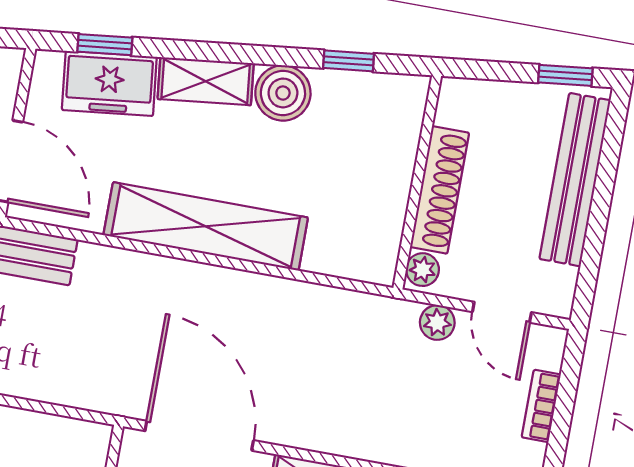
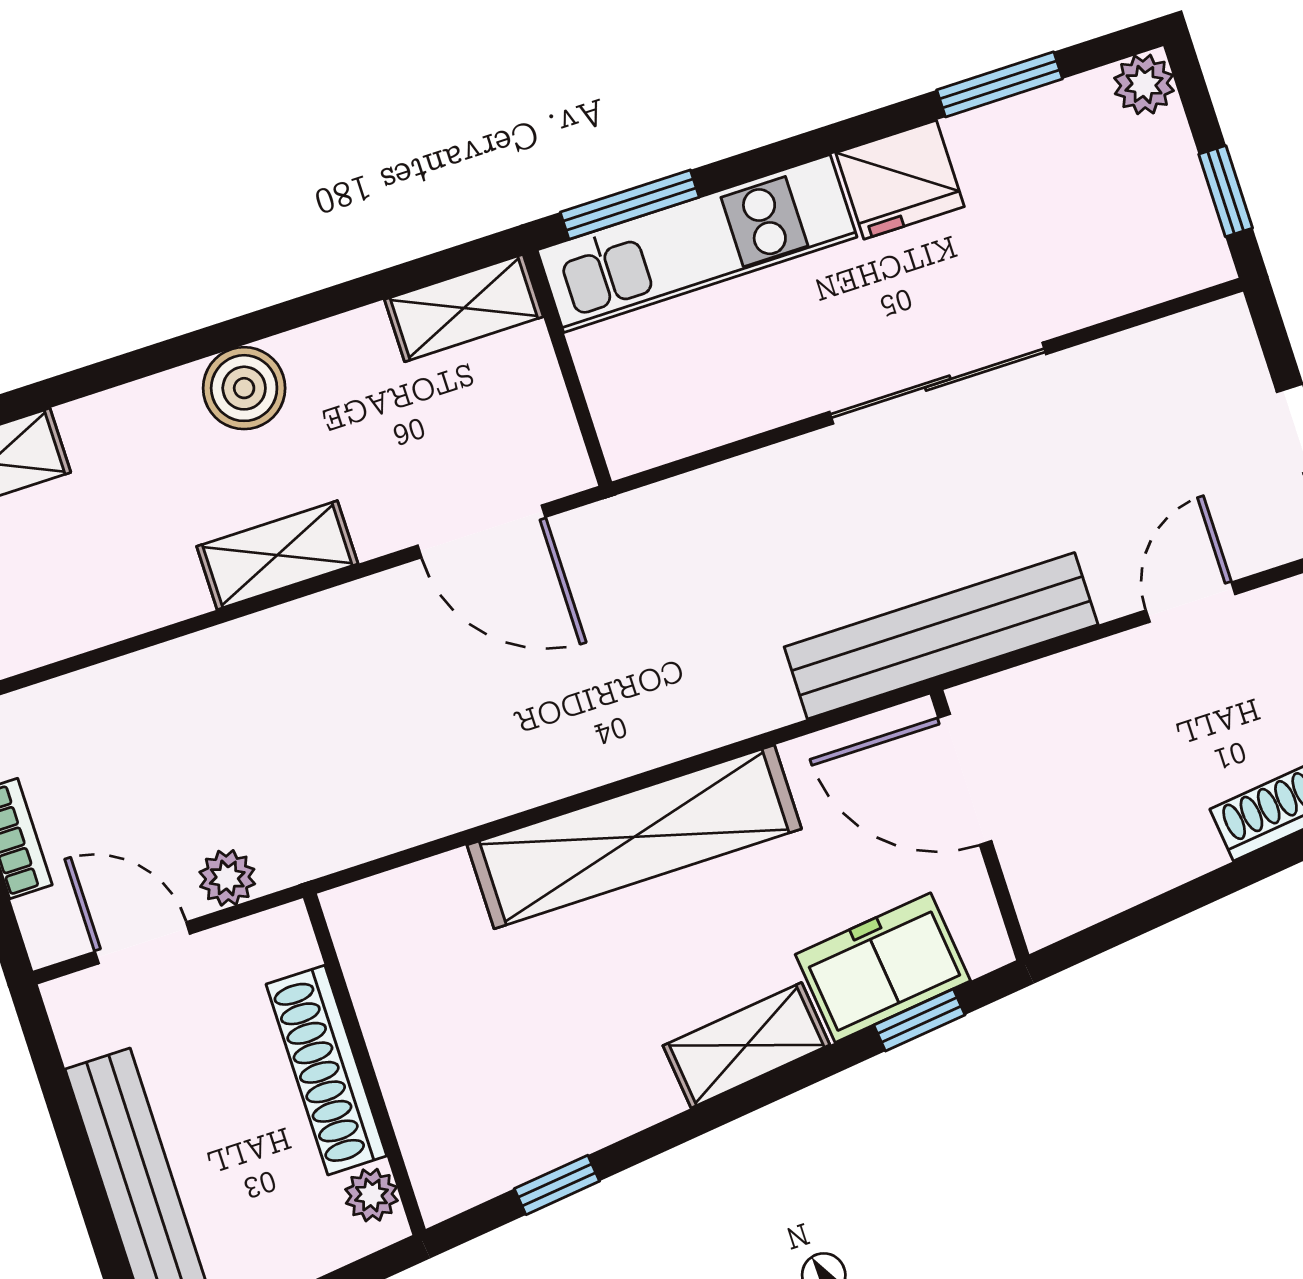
boiler: (283, 93) -> (626, 1088), removed
plant: (423, 270) -> (371, 1195), moved
door: (199, 436) -> (482, 531), width x0.73

